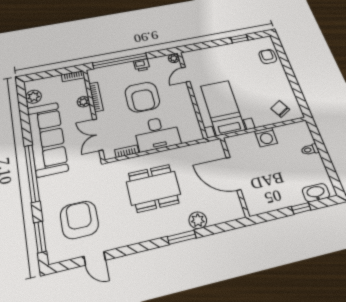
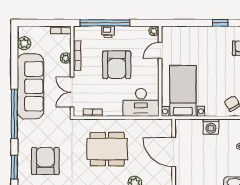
printer: (142, 65) -> (108, 32), moved
desk: (157, 134) -> (141, 102), moved

